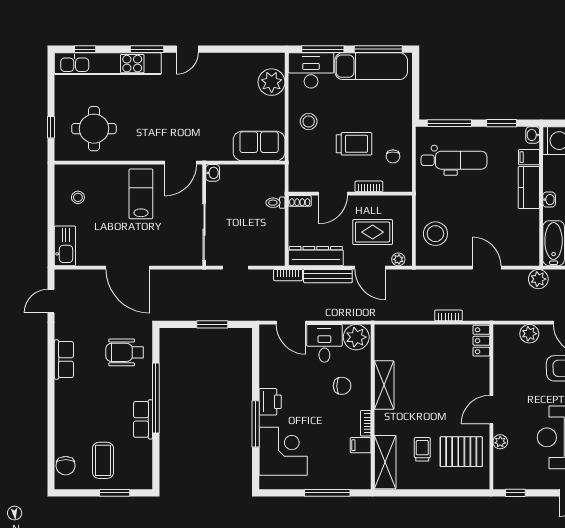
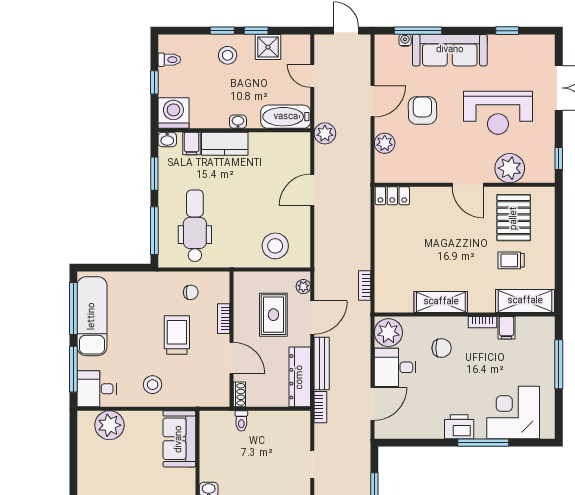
desk: (311, 70) -> (97, 389), width x0.73
bookcase: (449, 315) -> (365, 285), moved
chair: (342, 386) -> (442, 348), turned 90
plant: (500, 442) -> (510, 168), width x1.88, depth x1.88

